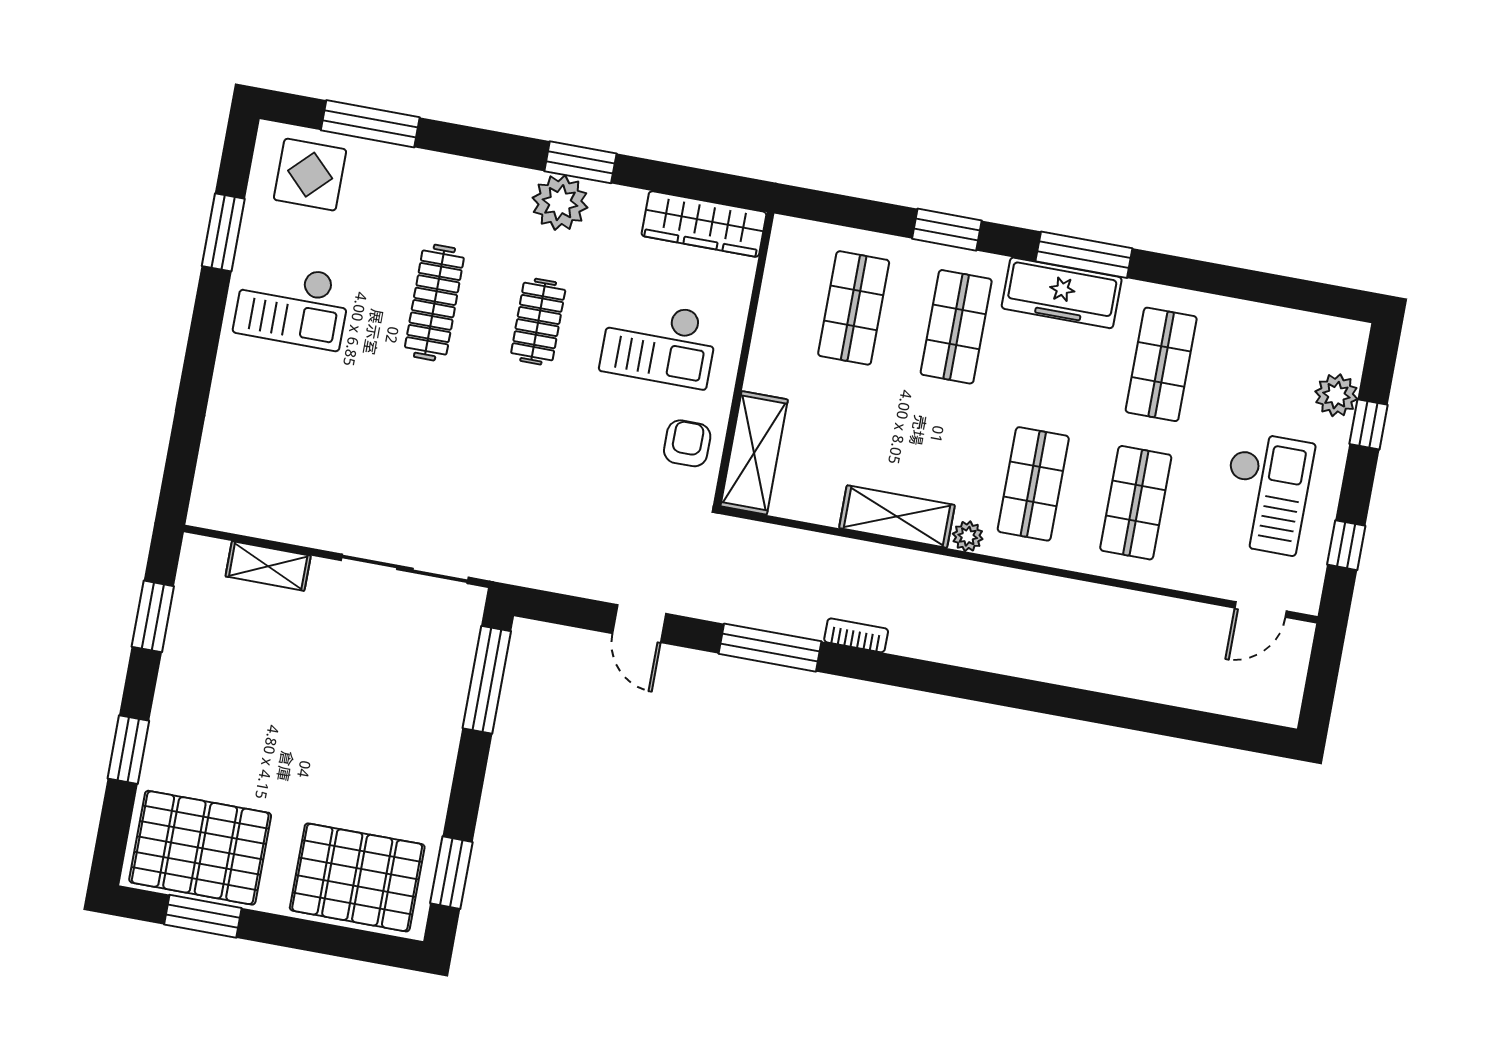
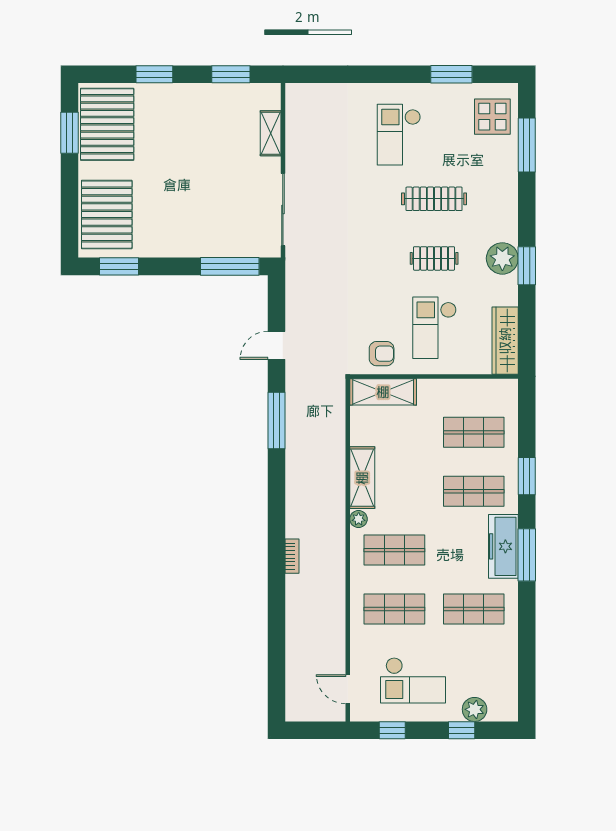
checkout: (292, 305) -> (399, 135), moved
bookcase: (856, 635) -> (292, 556), moved

